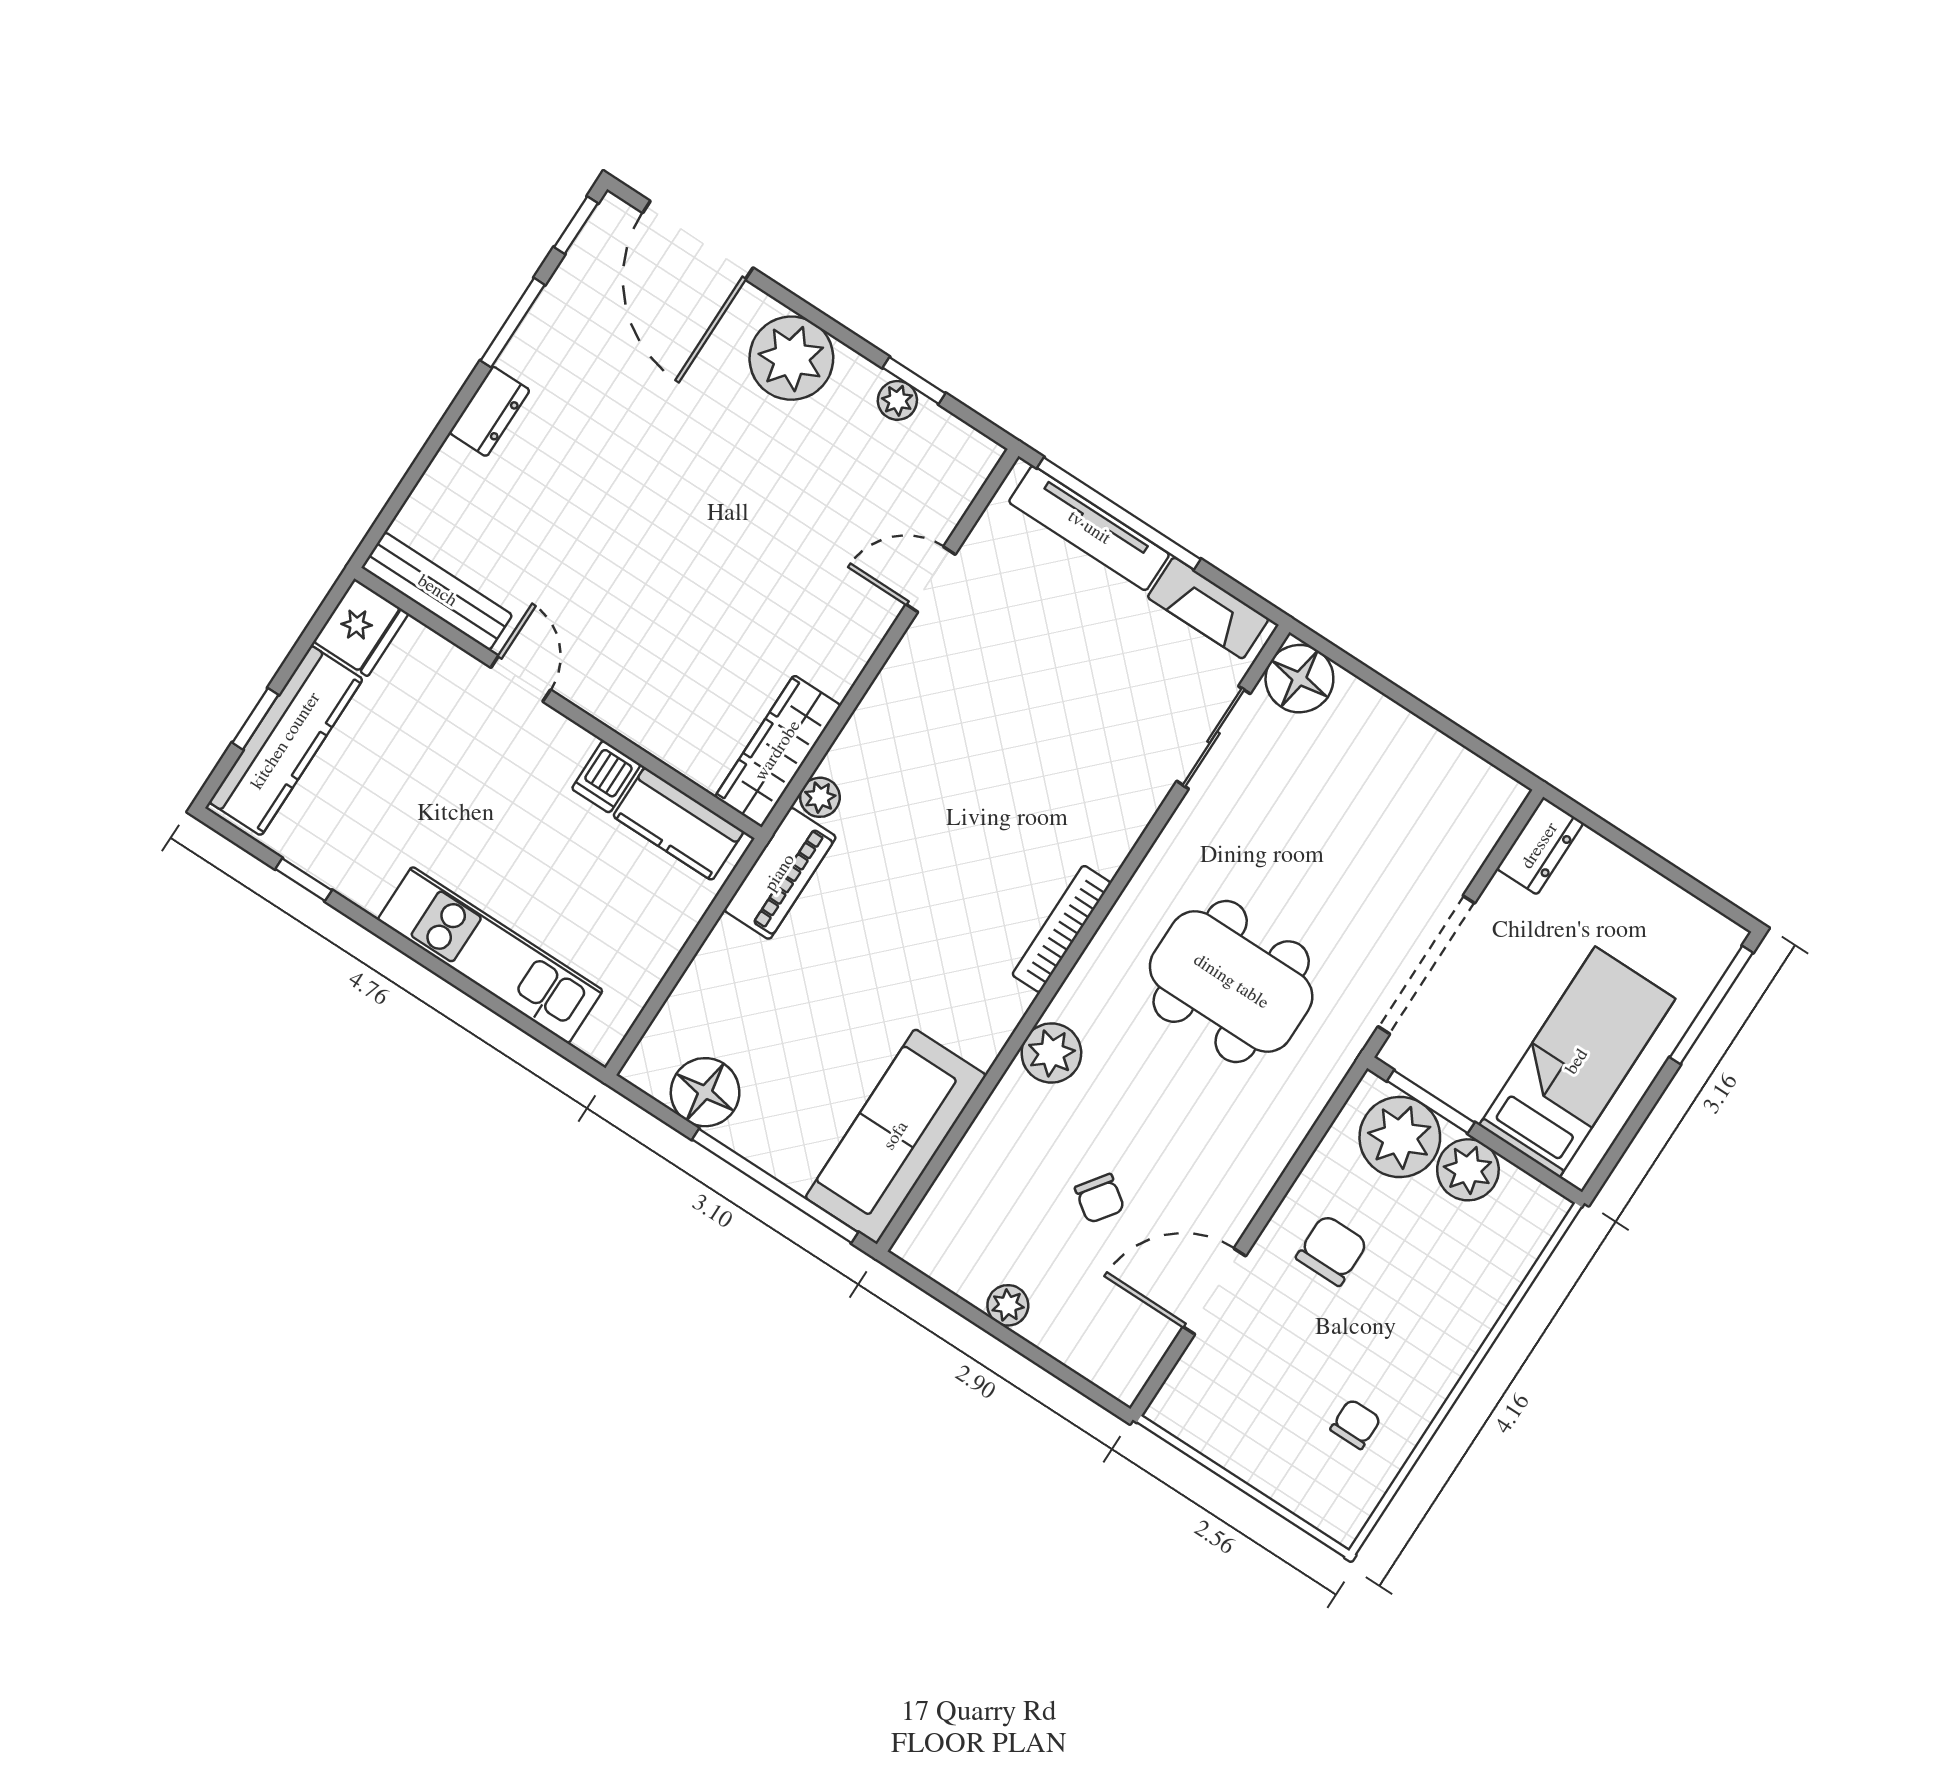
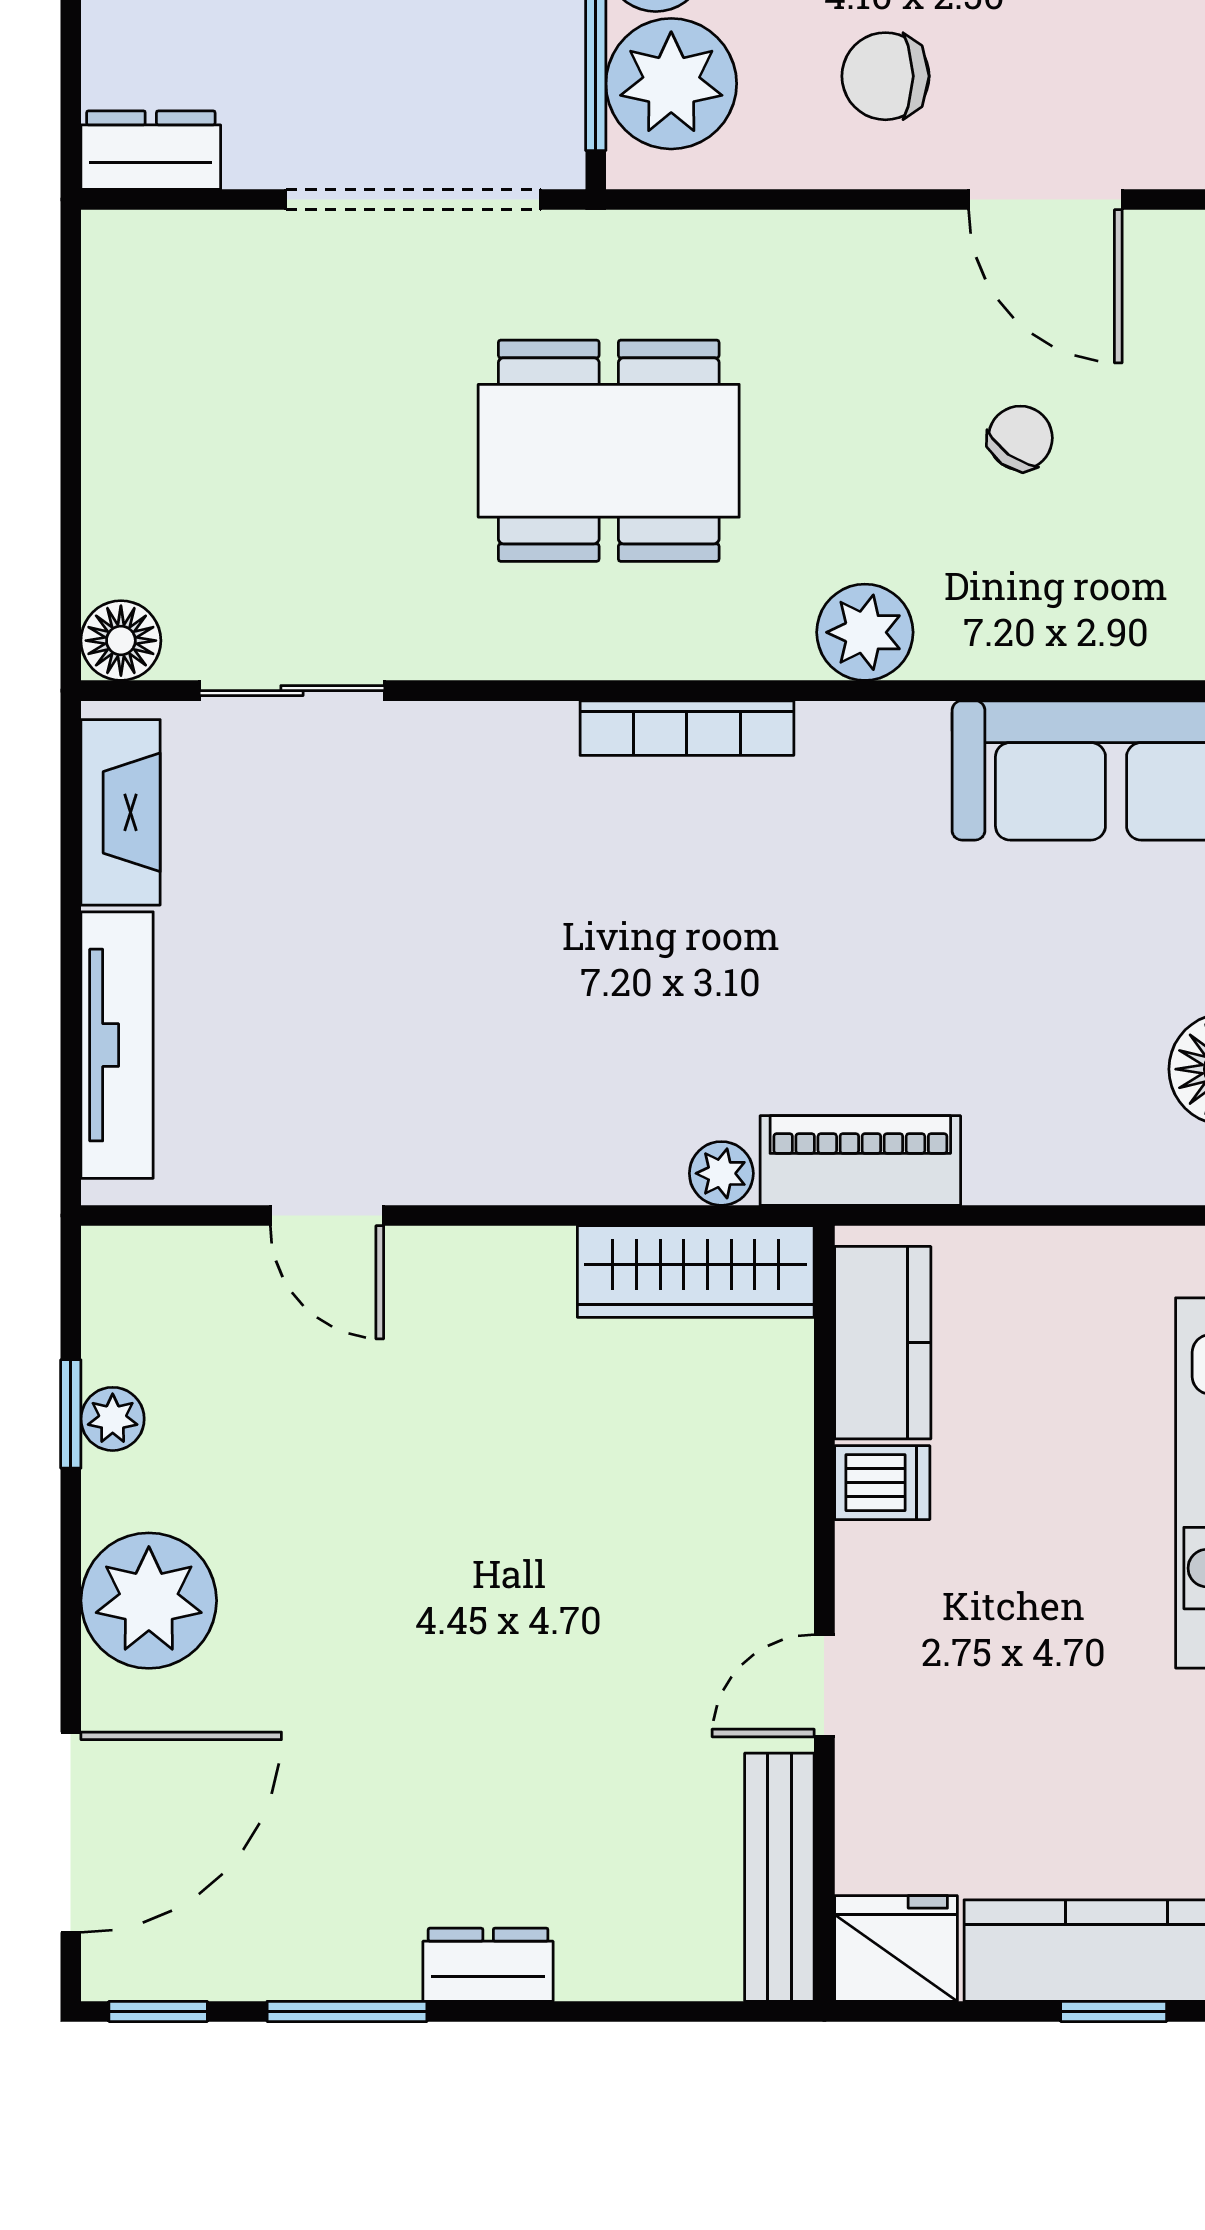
window: (1119, 514) -> (71, 1017), removed
floor lamp: (1299, 679) -> (121, 641), width x0.73, depth x0.73
dining table: (1231, 982) -> (609, 451), turned 90

